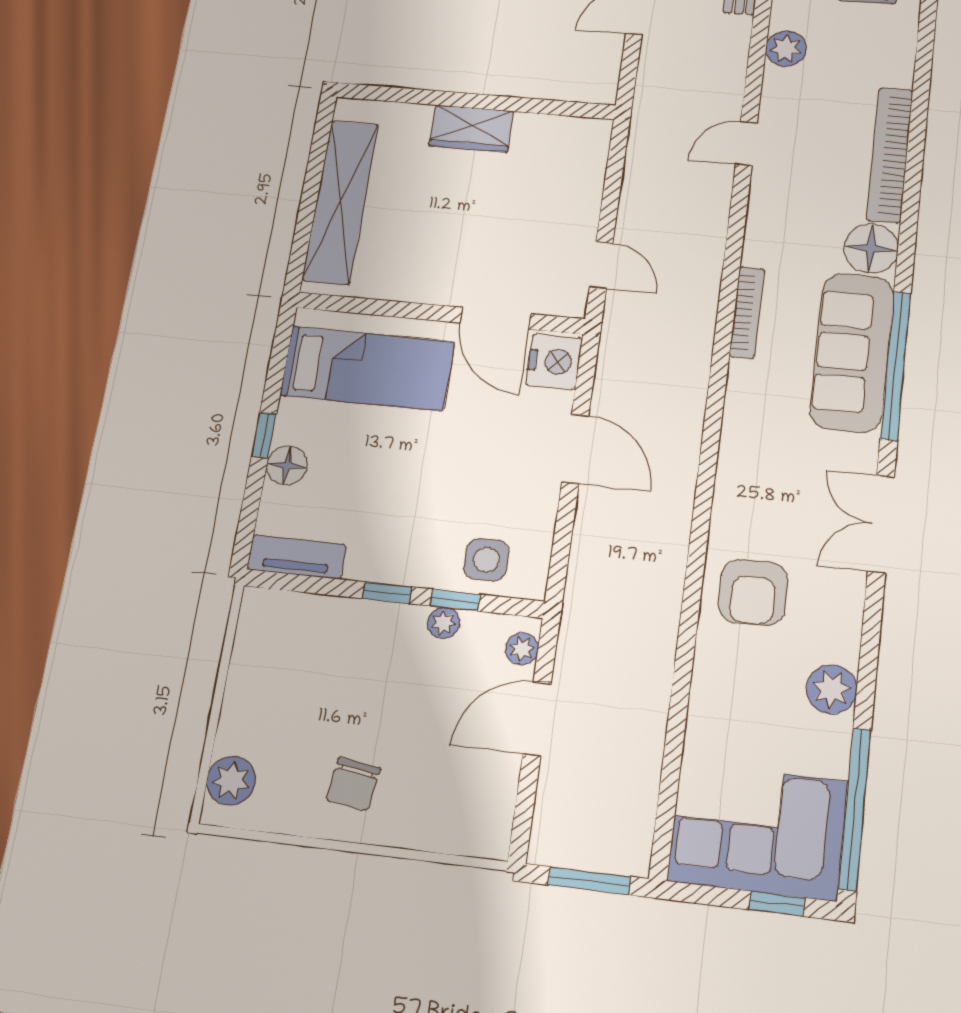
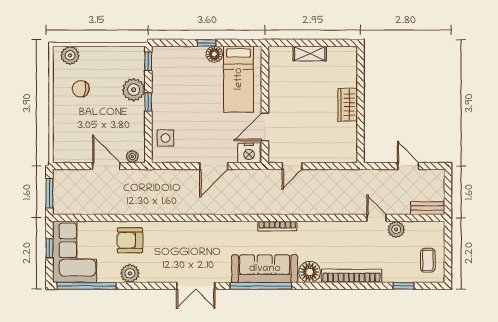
window: (925, 43) -> (404, 286), added
door: (746, 143) -> (376, 218), moved
shelving: (340, 202) -> (310, 54), width x0.45, depth x0.75
floor lamp: (287, 465) -> (214, 54), moved
double door: (881, 524) -> (196, 286), swing flipped
tv unit: (297, 557) -> (159, 65), removed
armchair: (753, 592) -> (130, 240), moved
window: (455, 600) -> (148, 61), moved
plant: (444, 623) -> (134, 90), moved, width x1.88, depth x1.88
chair: (353, 784) -> (81, 89), moved
window: (777, 904) -> (49, 248), moved

